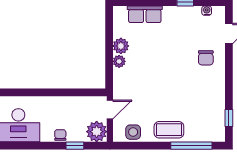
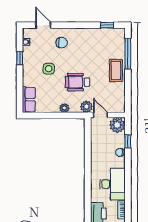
row of seats: (145, 14) -> (29, 100), moved
plant: (121, 46) -> (86, 107), moved
wheelchair: (153, 79) -> (77, 82), added
side table: (133, 132) -> (49, 69), moved

